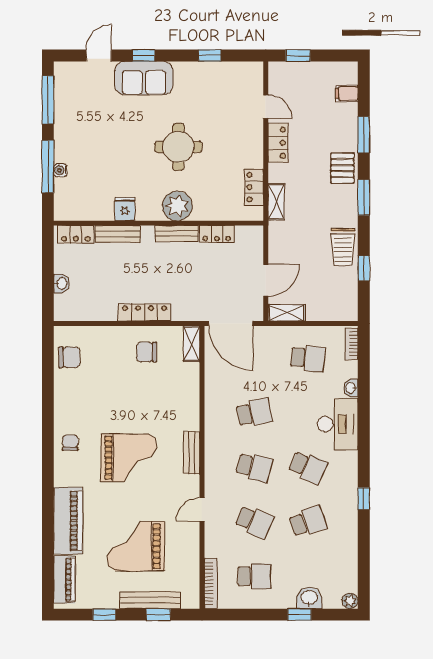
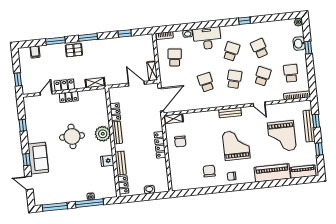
locker: (254, 187) -> (69, 97), moved
trolley: (343, 247) -> (115, 45), removed
chair: (69, 357) -> (209, 171), moved

